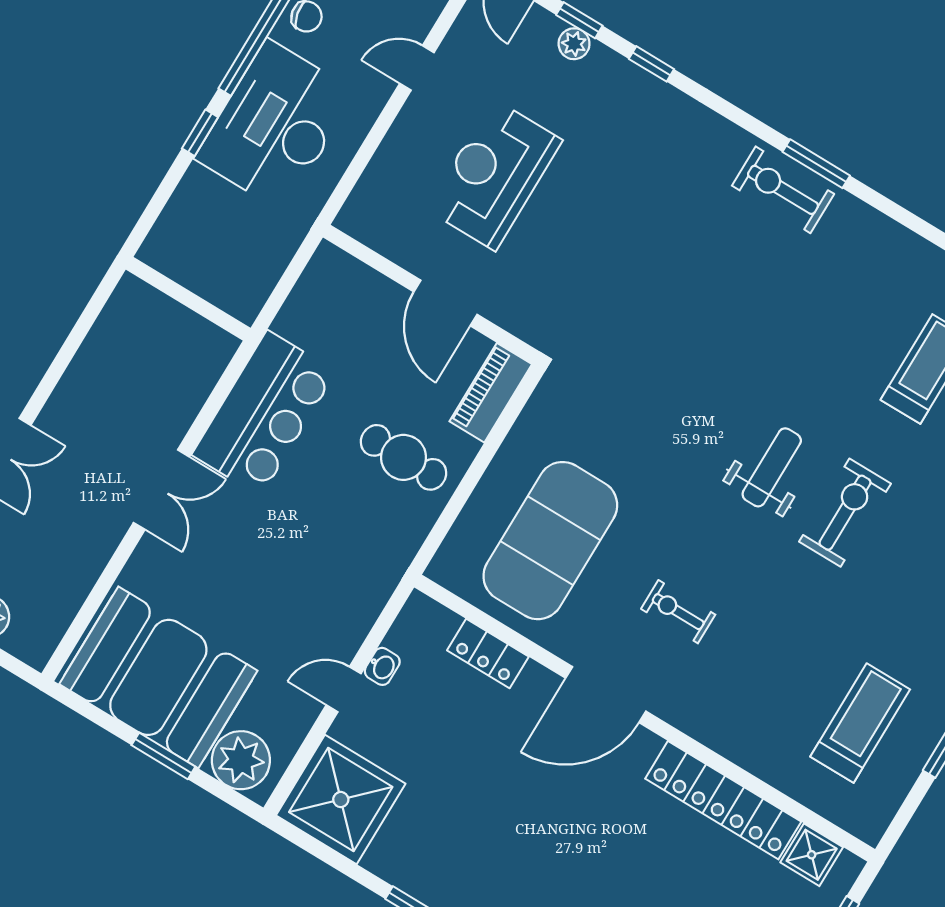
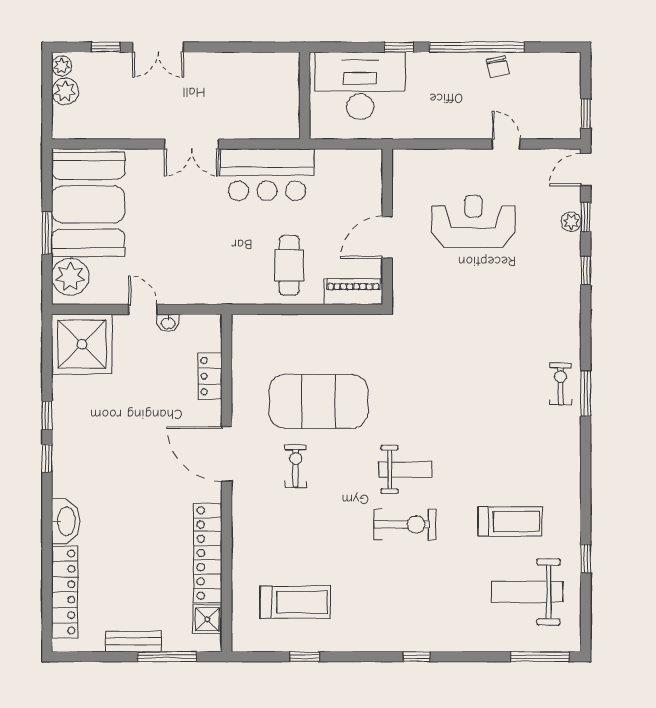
desk: (275, 125) -> (360, 86), moved
exercise bike: (783, 190) -> (561, 384), width x0.73, depth x0.72
exercise mat: (550, 541) -> (319, 401), moved

